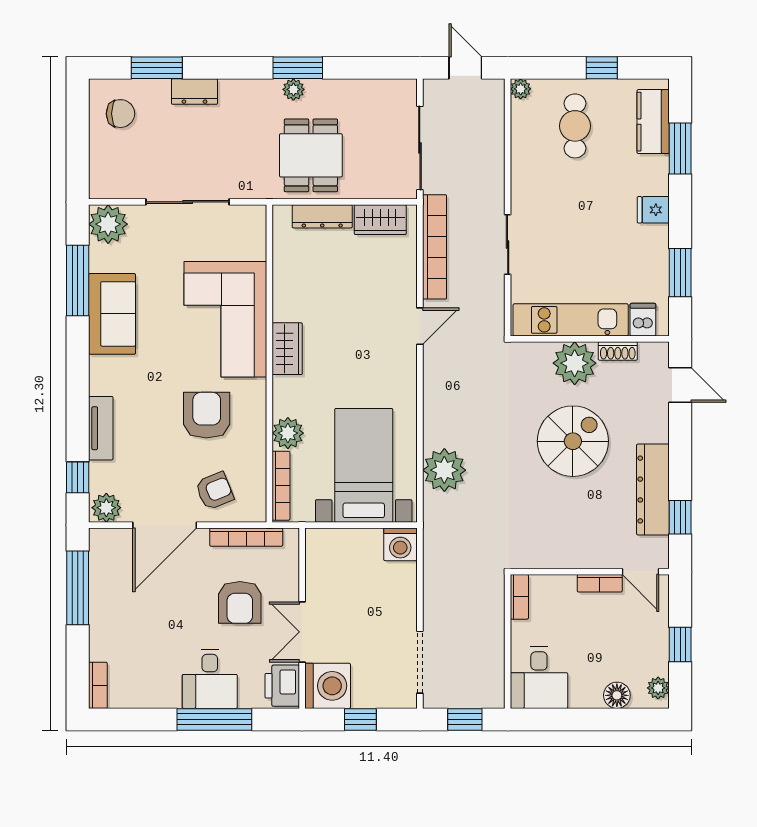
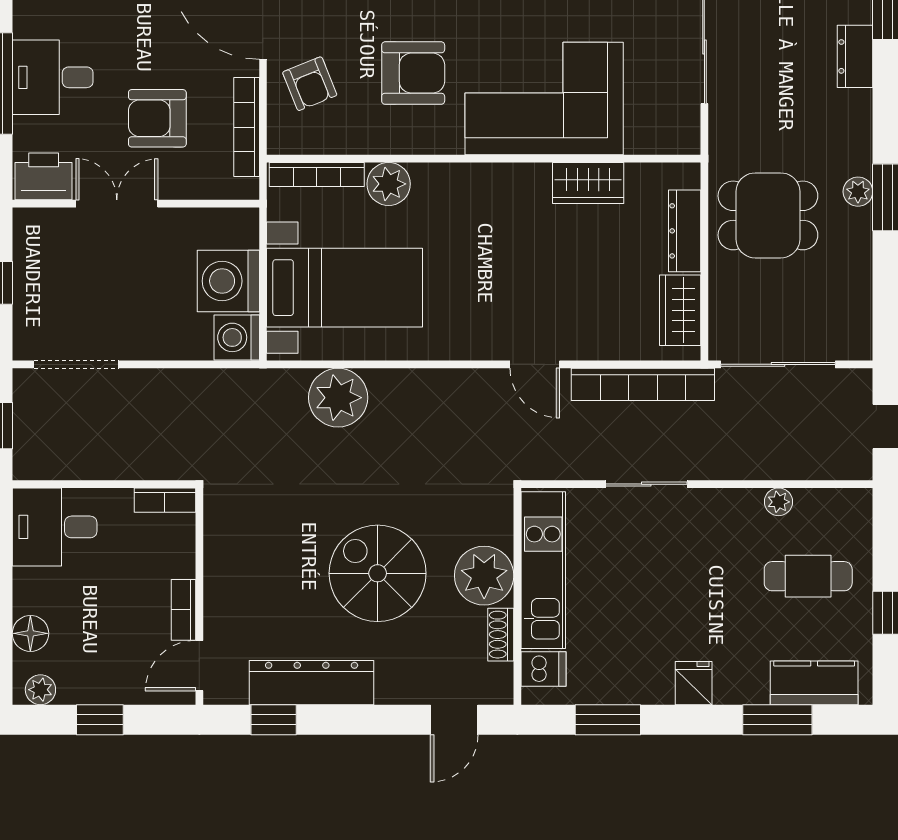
plant: (521, 89) -> (778, 502), moved
wardrobe: (287, 349) -> (588, 183), moved
spiral stairs: (573, 441) -> (378, 573), turned 180
washing machine: (328, 686) -> (228, 281), moved, turned 90

